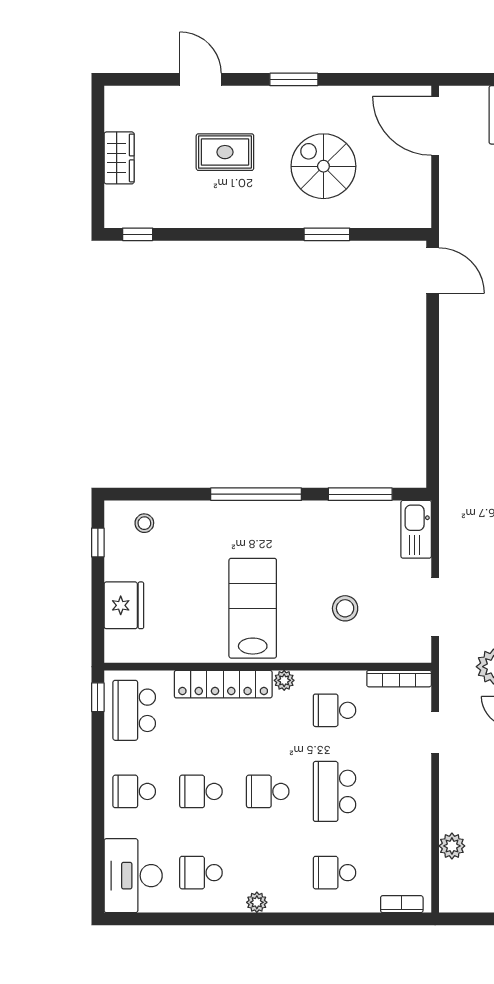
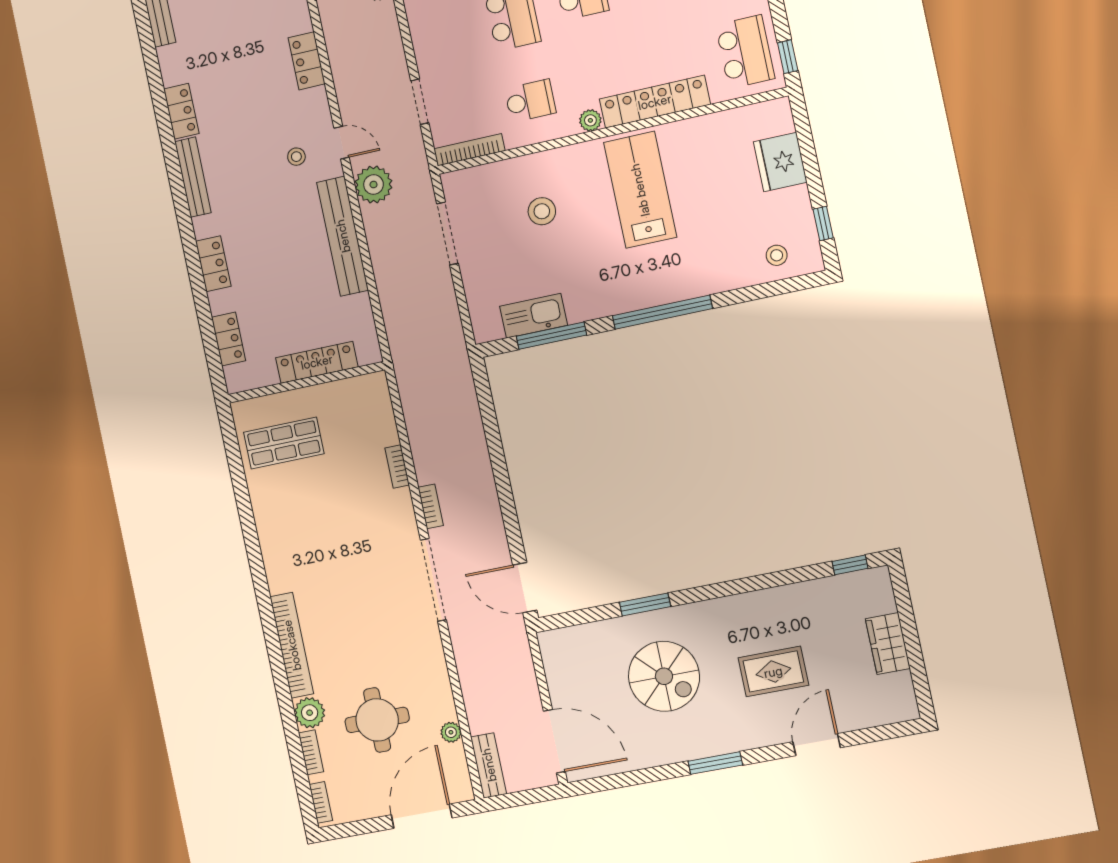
door: (200, 79) -> (817, 745), swing flipped
kitchen sink: (416, 529) -> (534, 316), moved, turned -90
lab bench: (253, 608) -> (640, 190), turned 180

